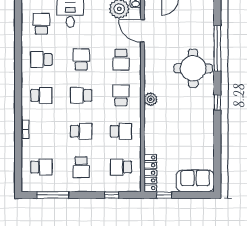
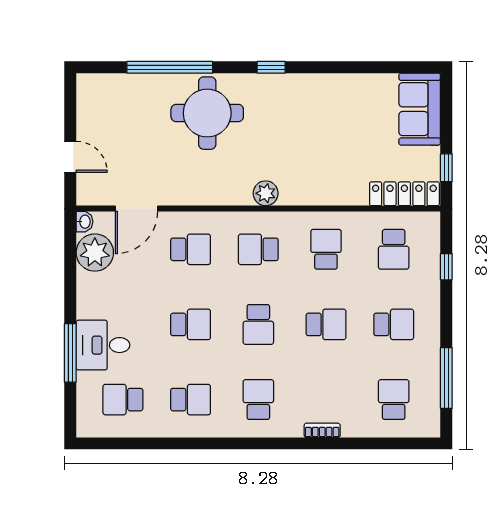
school desk: (41, 60) -> (191, 400), turned -90
school desk: (81, 60) -> (191, 324), turned 180
school desk: (81, 131) -> (326, 324), turned 90

